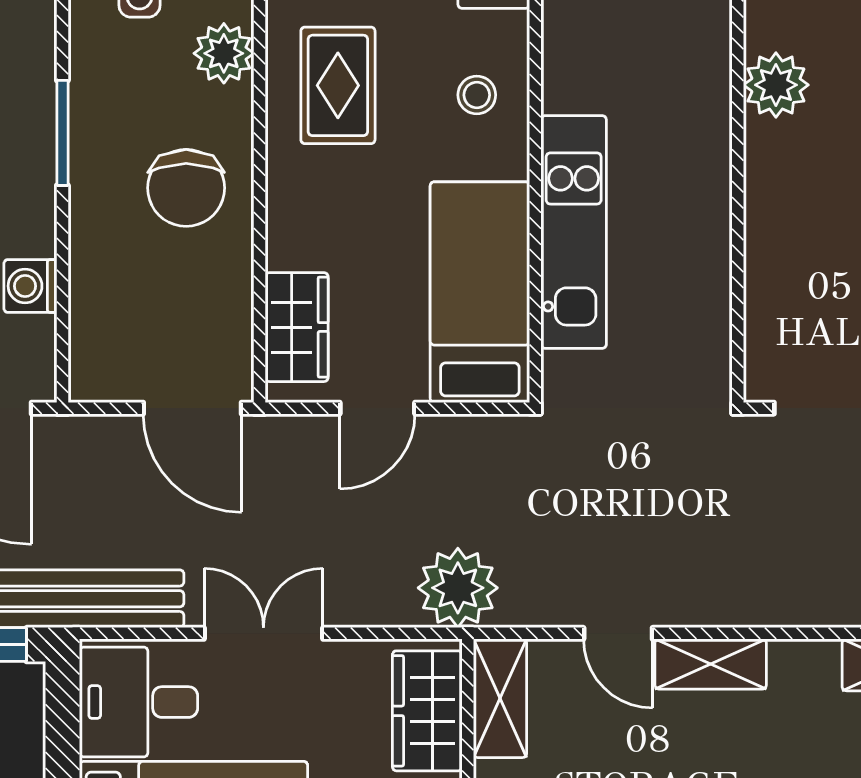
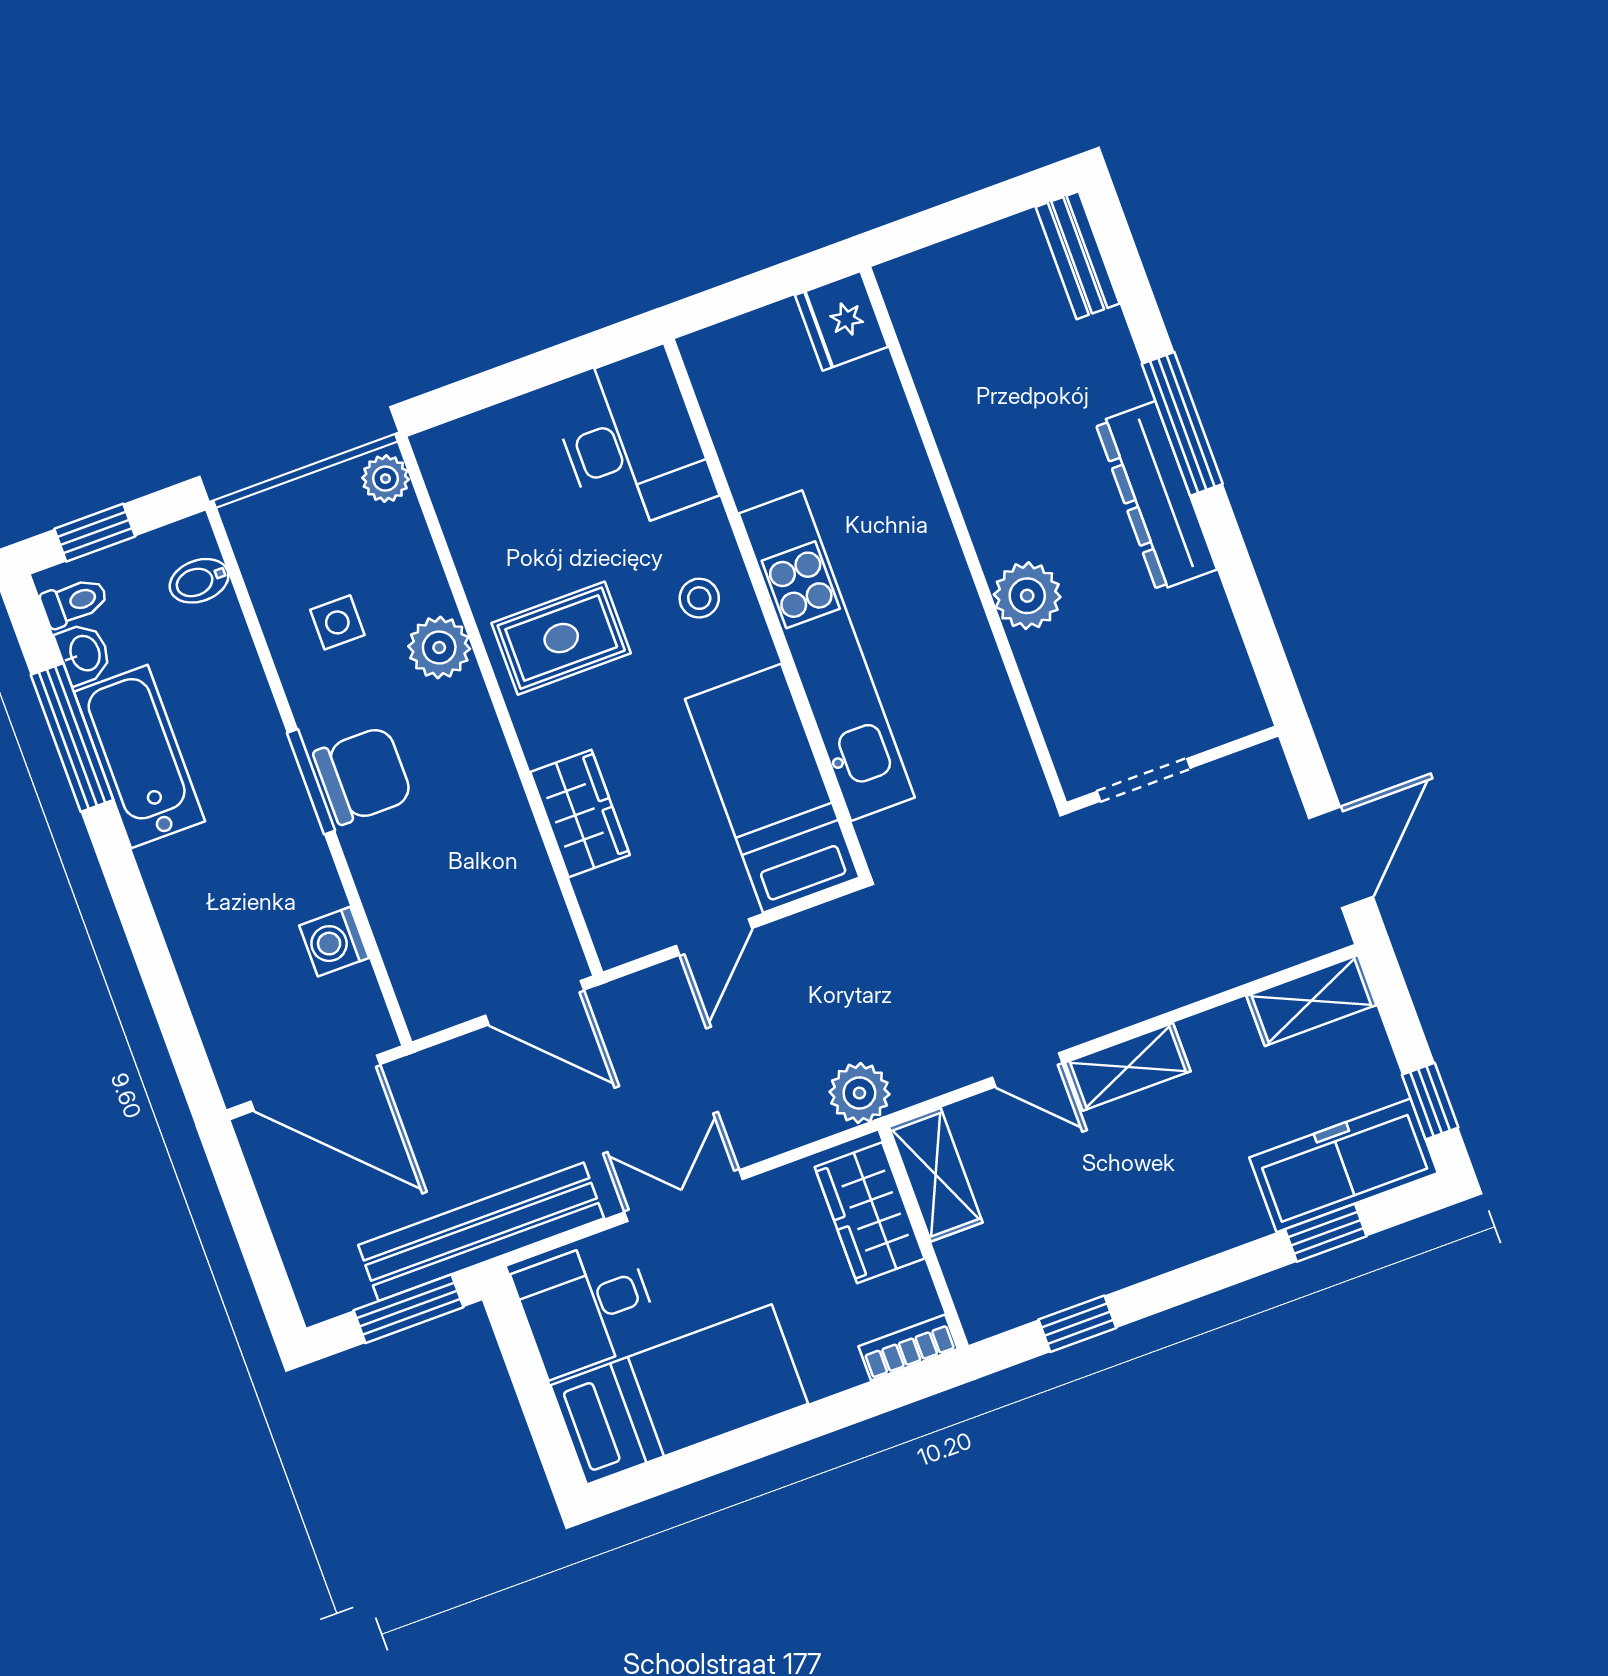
rug: (338, 85) -> (561, 638), turned 90
plant: (776, 85) -> (1027, 596), moved
chair: (186, 188) -> (363, 775), moved, turned -90
kitchen unit: (574, 232) -> (827, 656), width x1.36
wardrobe: (297, 327) -> (580, 813), moved
plant: (458, 588) -> (859, 1093), width x0.73, depth x0.73

